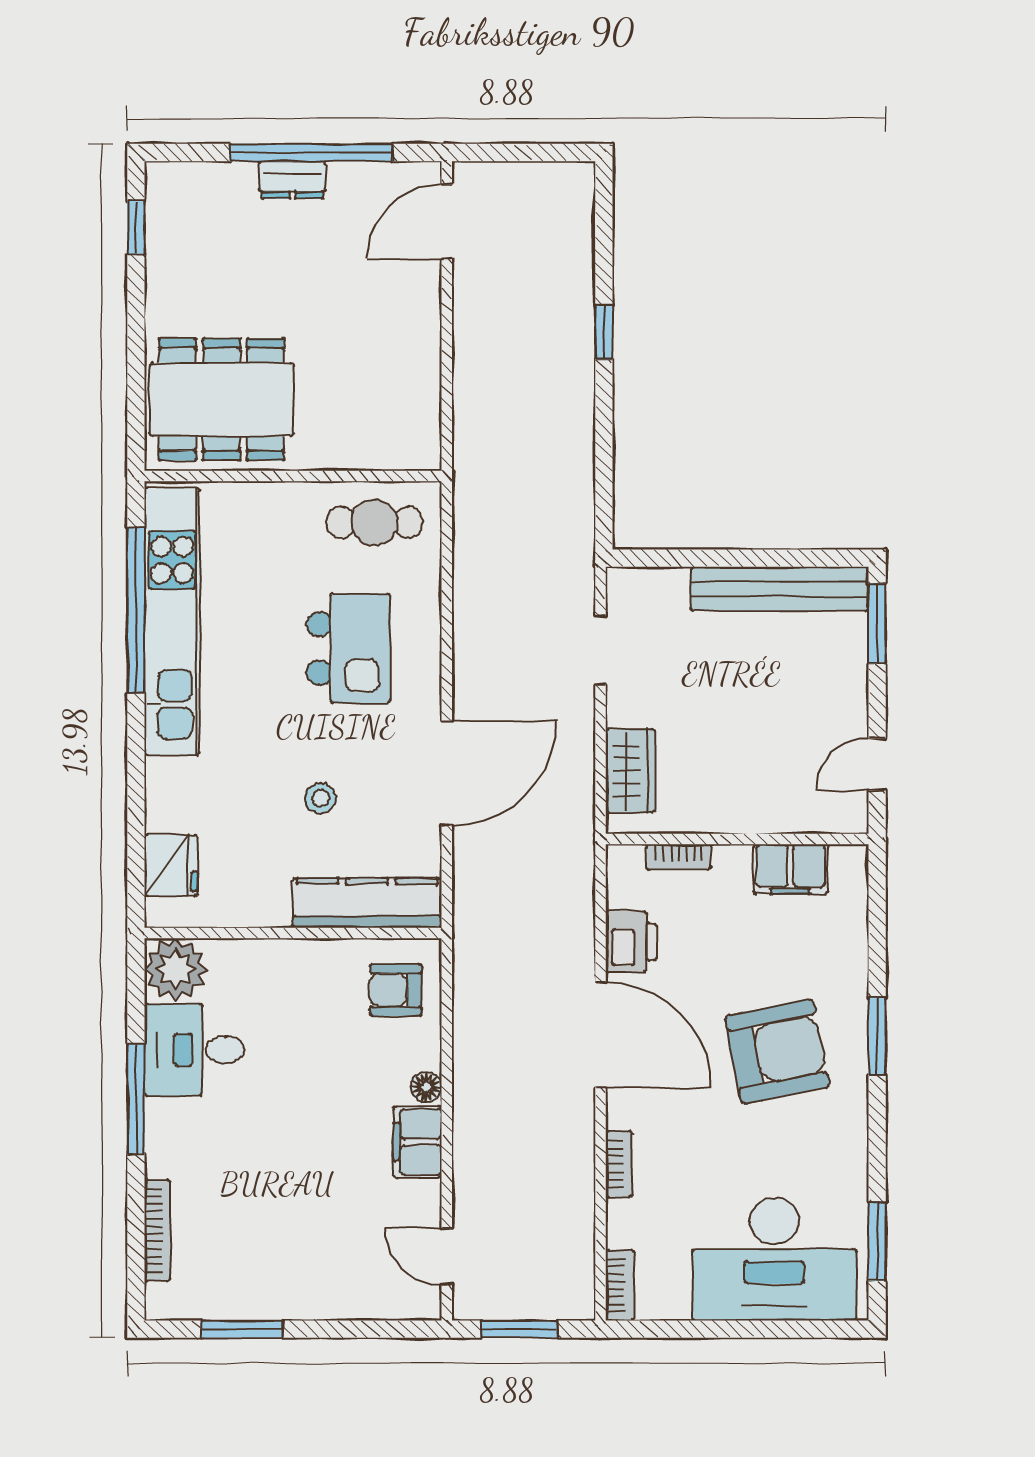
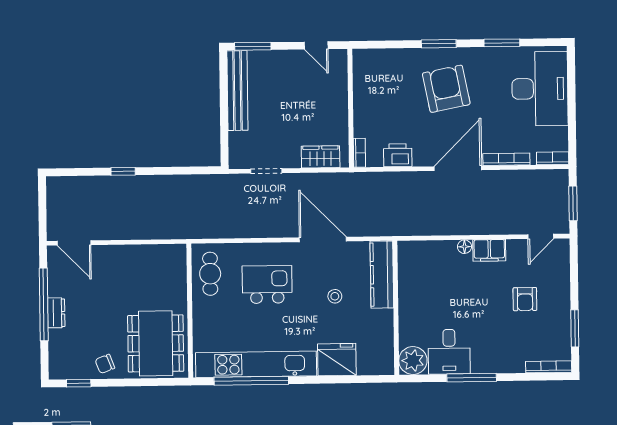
chair: (178, 286) -> (105, 364), added
bookcase: (679, 857) -> (359, 153), moved
fridge: (171, 865) -> (337, 360), moved, width x1.36, depth x1.34
filing cabinet: (791, 869) -> (364, 84), removed
armchair: (396, 990) -> (525, 299), moved
door: (600, 1035) -> (458, 168), moved
bookcase: (619, 1164) -> (506, 159), width x1.56
bookcase: (157, 1230) -> (549, 367), moved
window: (877, 1241) -> (502, 43), moved

